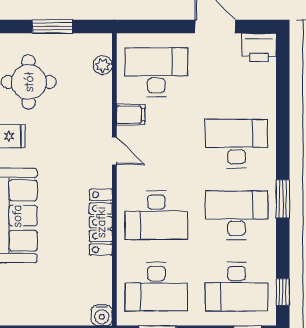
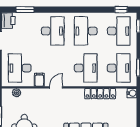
desk: (236, 144) -> (53, 31), turned 180
window: (283, 199) -> (25, 10), moved
locker: (101, 222) -> (100, 94), moved

